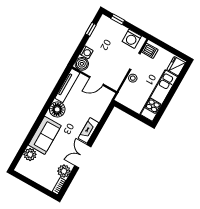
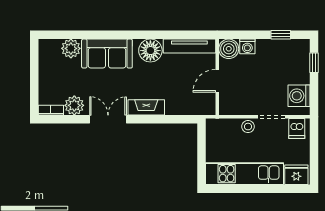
door: (96, 81) -> (217, 81), hinge flipped

